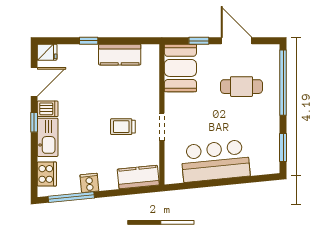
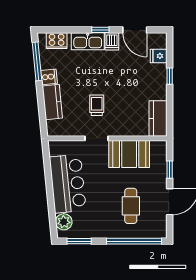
fridge: (47, 52) -> (159, 56), moved, turned 90
kitchen counter: (120, 55) -> (158, 118), moved
booth: (180, 68) -> (129, 154), moved
plant: (260, 165) -> (64, 222), added
kitchen counter: (138, 177) -> (52, 102), moved

